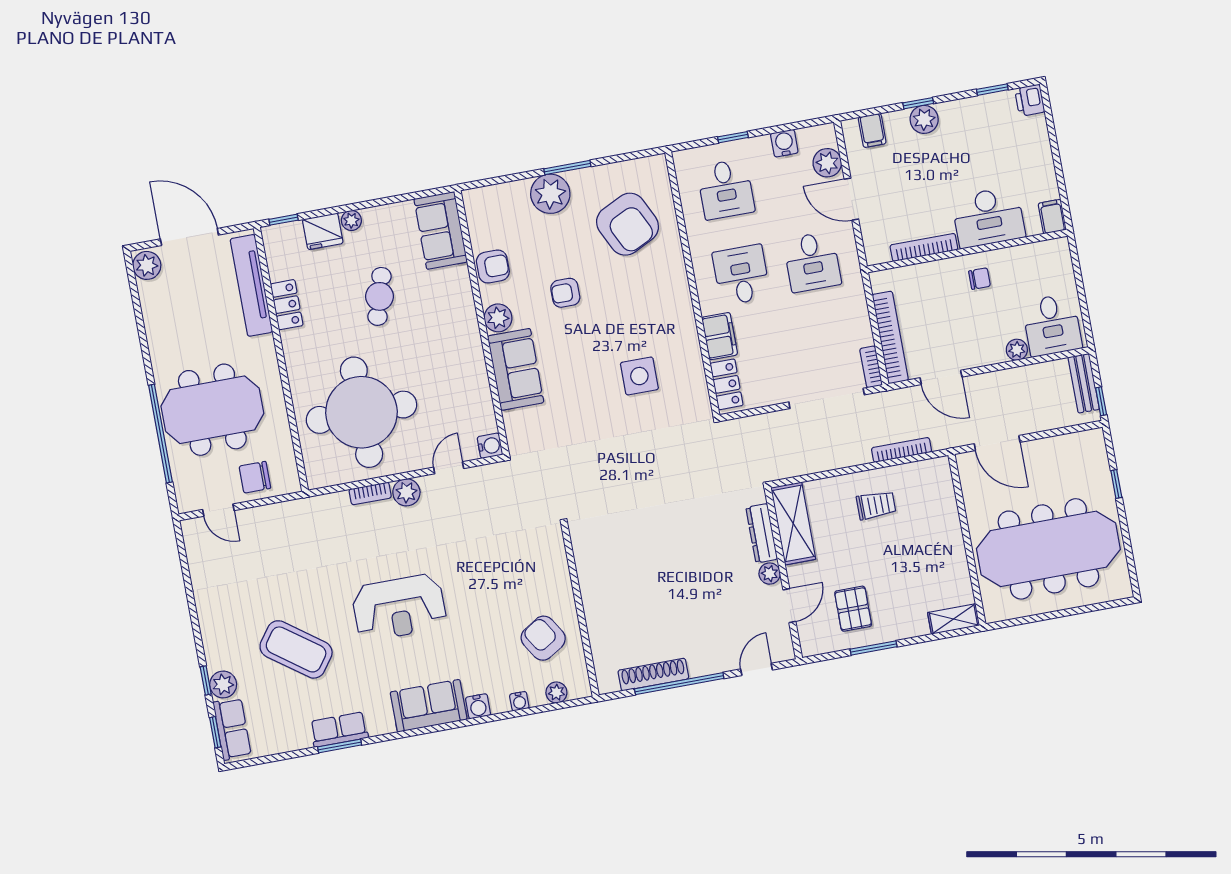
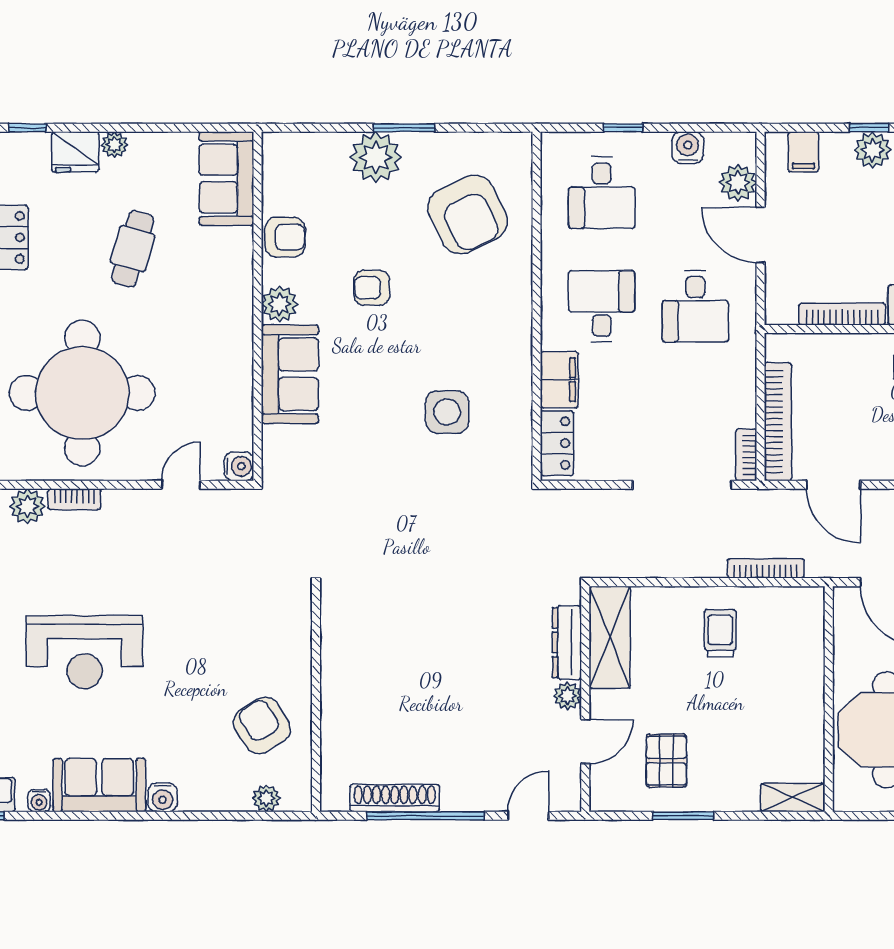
plant: (406, 492) -> (27, 506), moved
trolley: (876, 505) -> (720, 633), turned -90
water cooler: (519, 701) -> (39, 801), moved

